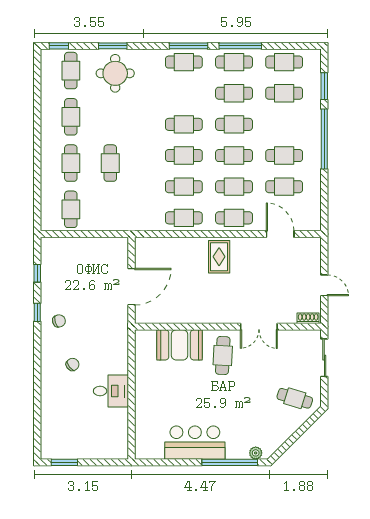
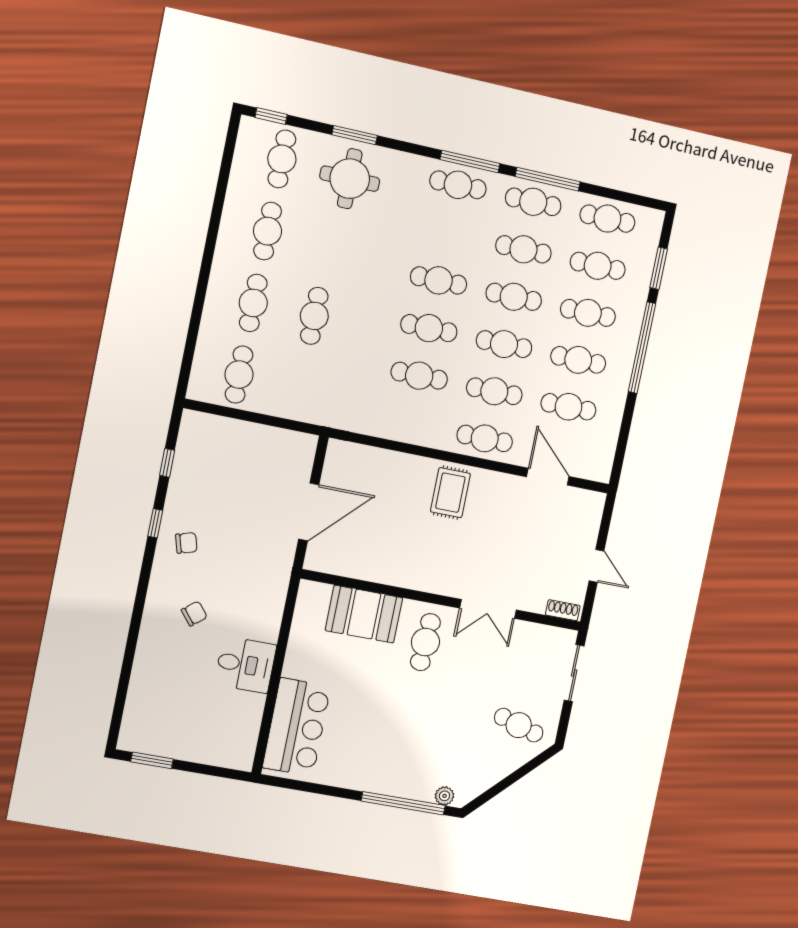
cafe table: (184, 218) -> (588, 313), moved
bar counter: (195, 443) -> (297, 727), moved, turned 90

